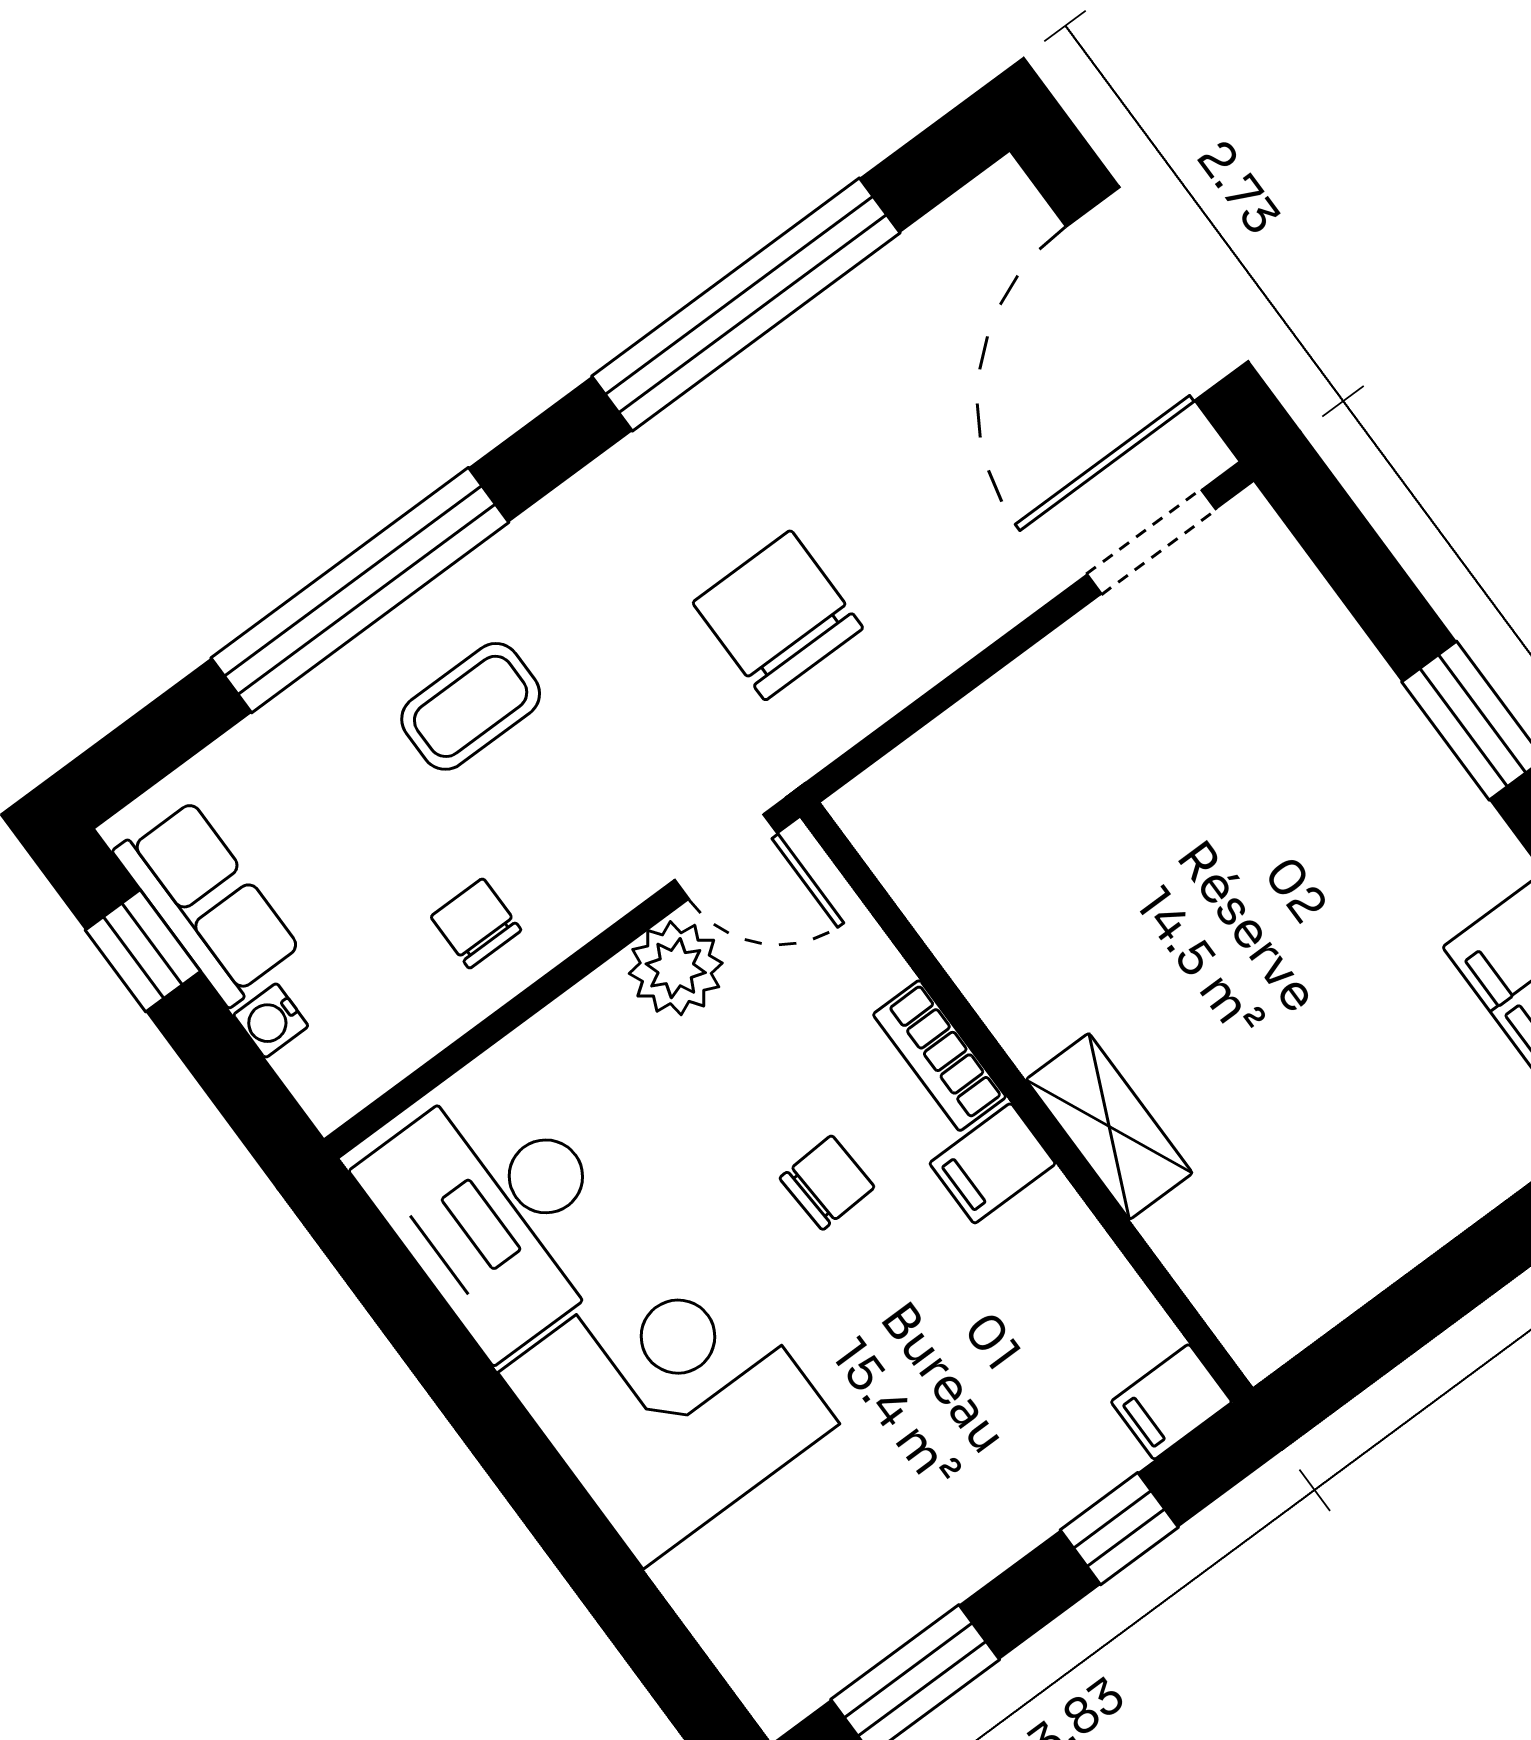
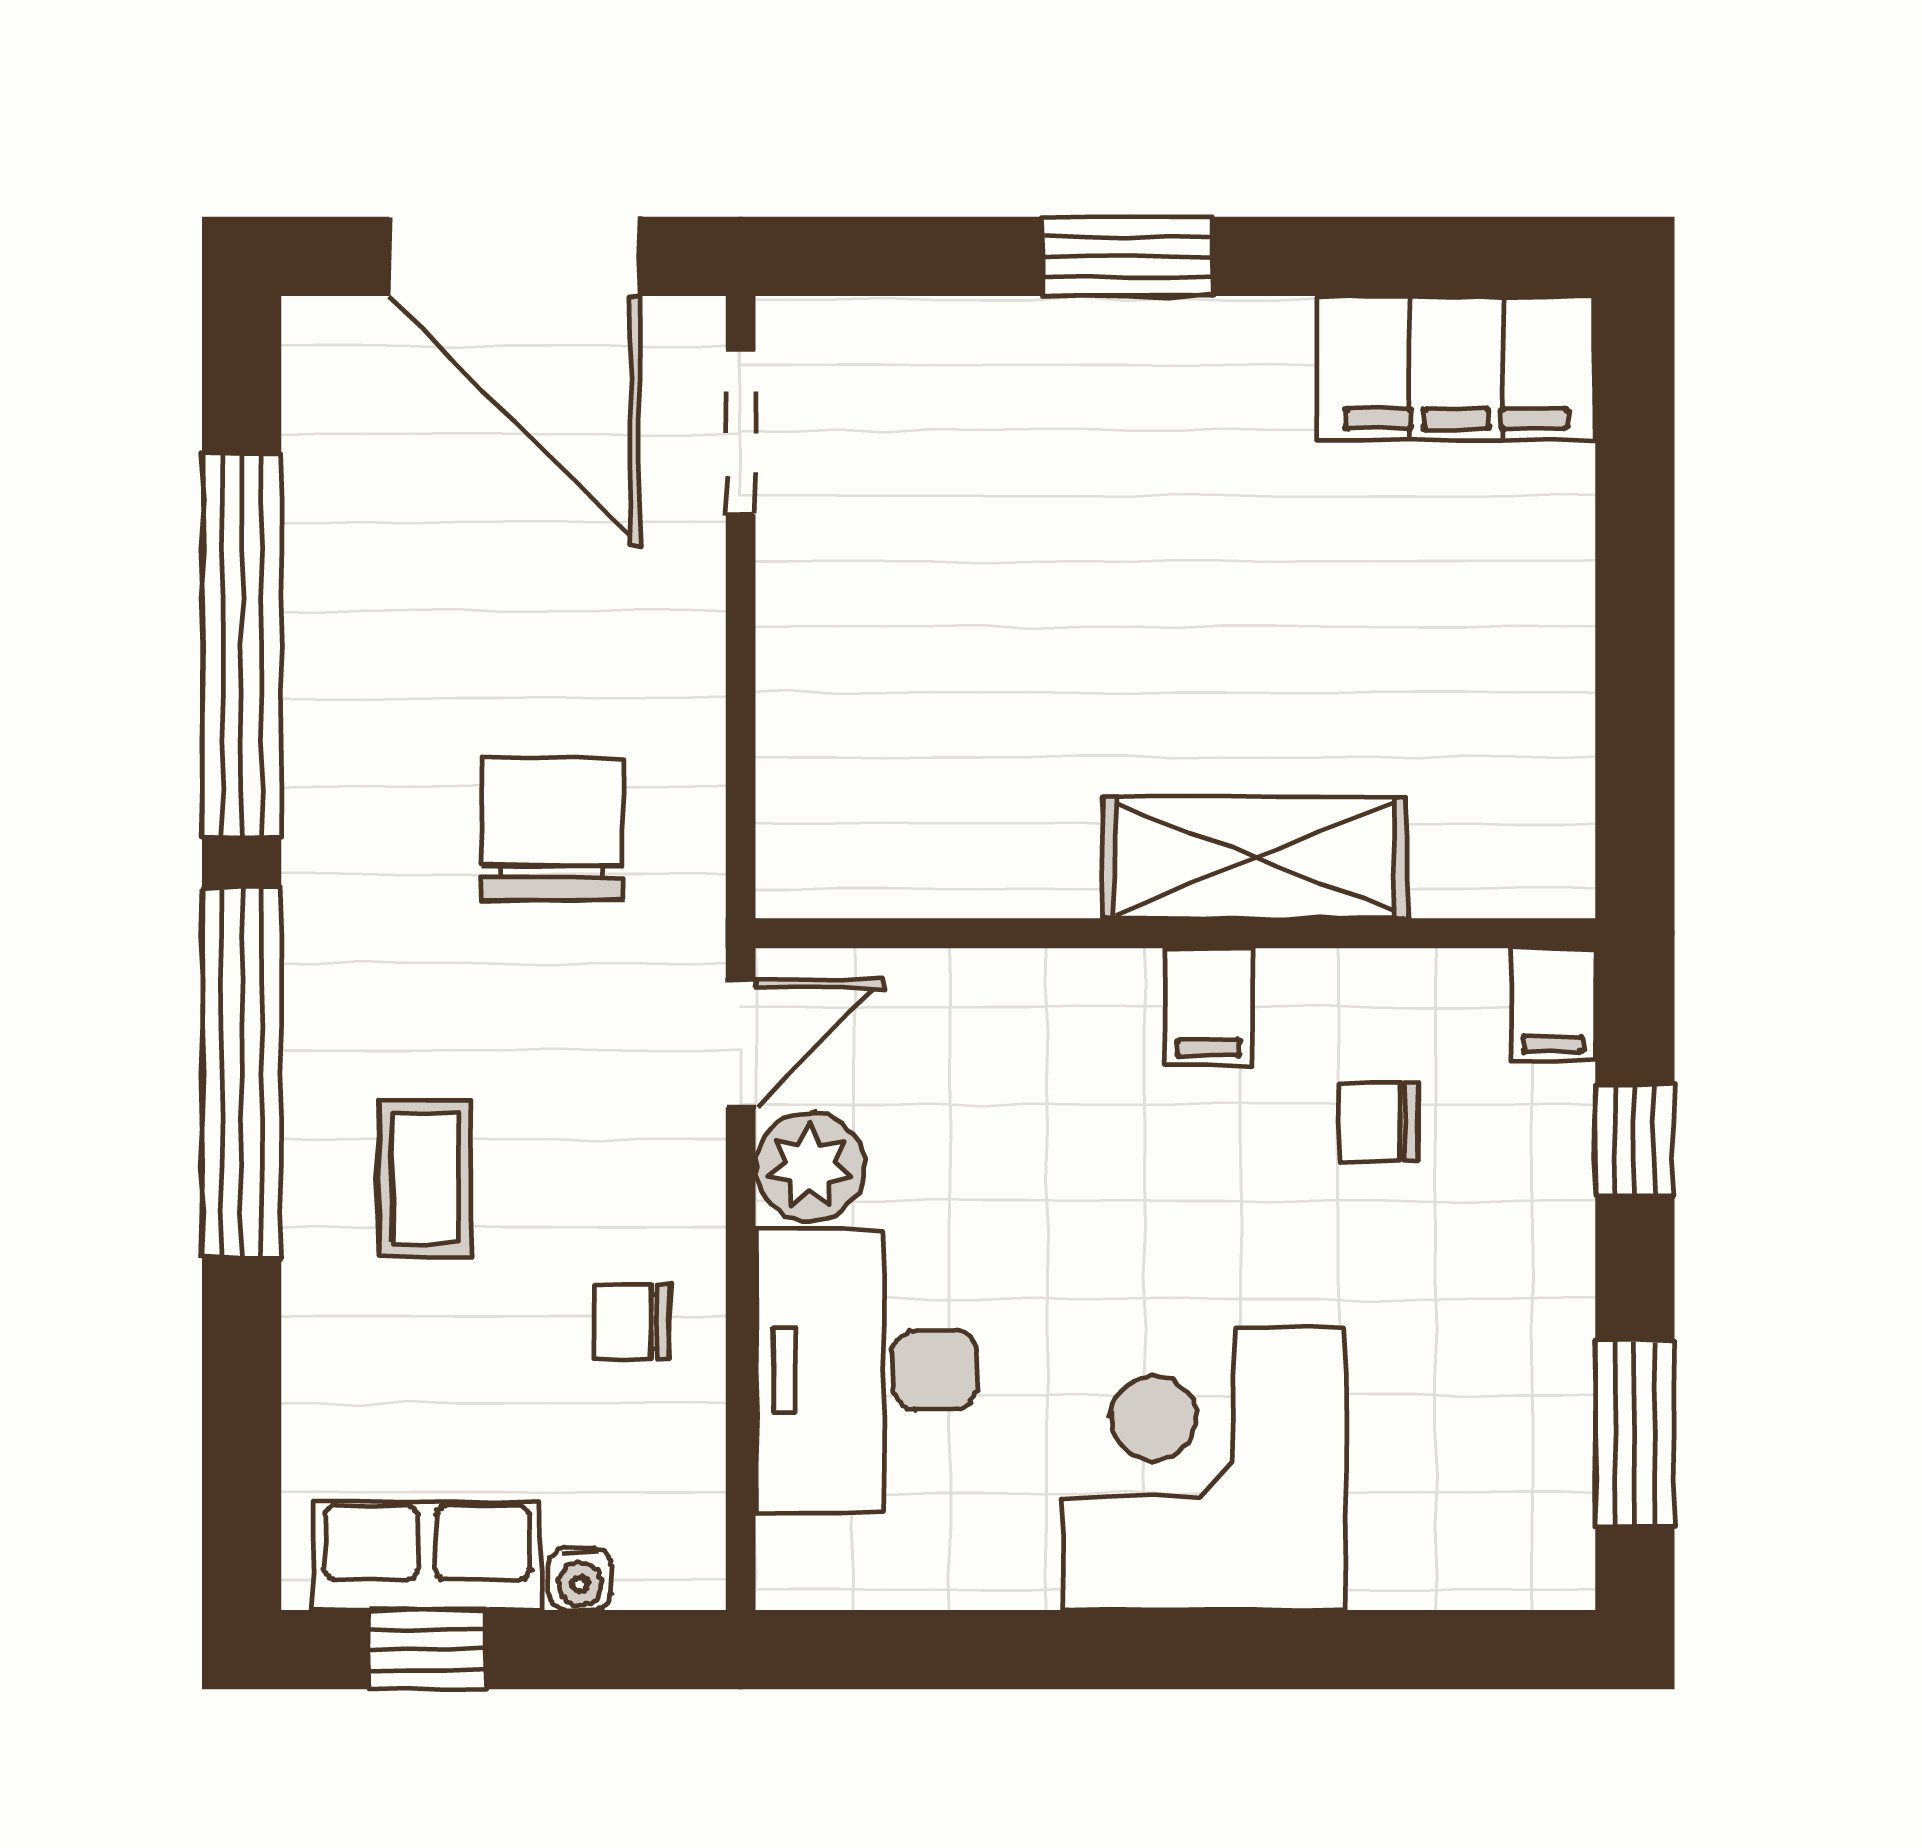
window: (360, 590) -> (242, 1073), moved
chair: (778, 615) -> (552, 830), turned 90
bookcase: (940, 1056) -> (1072, 982), removed
shelving: (1109, 1126) -> (1254, 858), width x1.50, depth x1.33
chair: (827, 1183) -> (1379, 1122), moved, turned -87
desk: (498, 1212) -> (866, 1370), moved, turned 90

